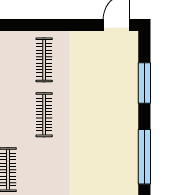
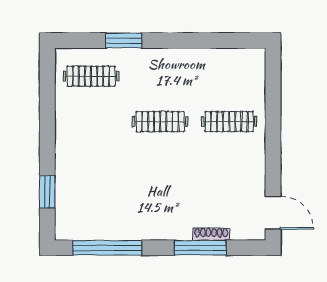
shoe rack: (134, 74) -> (211, 234), added

